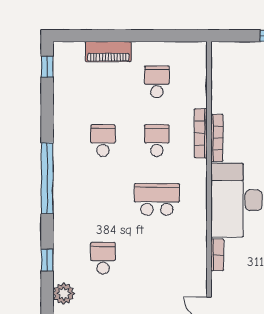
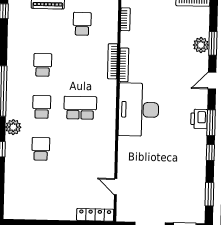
school desk: (157, 141) -> (42, 107), moved
bookcase: (217, 255) -> (125, 19), moved
plant: (64, 294) -> (13, 127), moved

